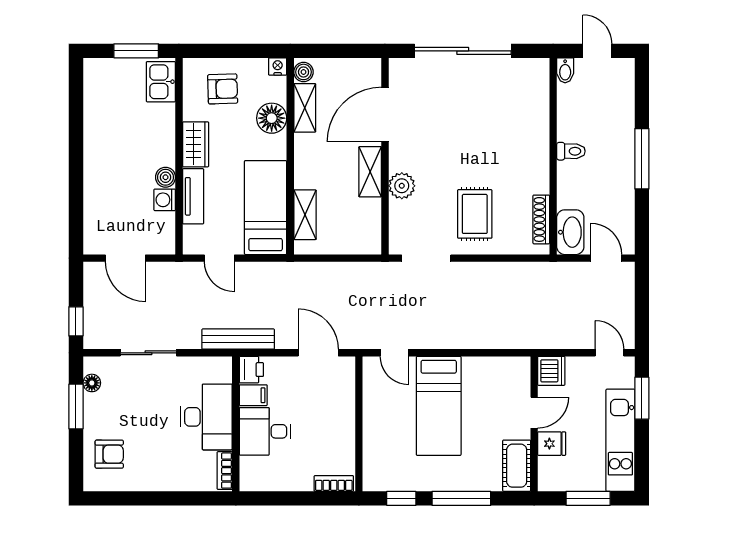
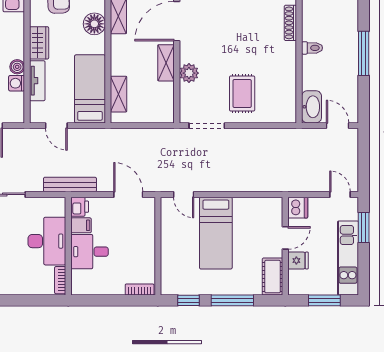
shoe rack: (541, 219) -> (290, 23), moved

